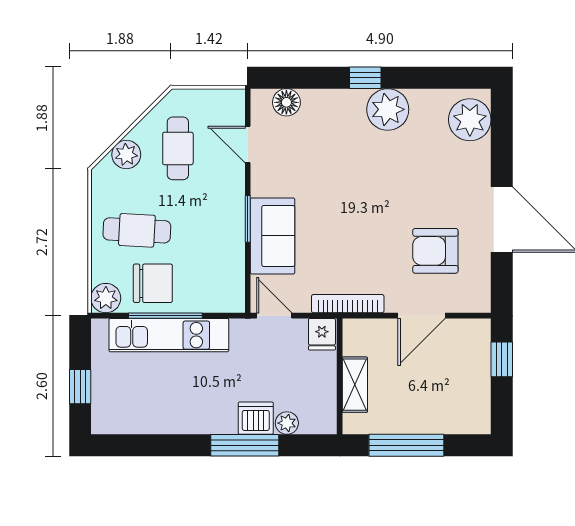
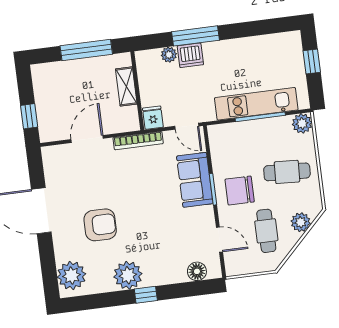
armchair: (435, 251) -> (100, 225), moved
chair: (153, 283) -> (240, 191), moved

